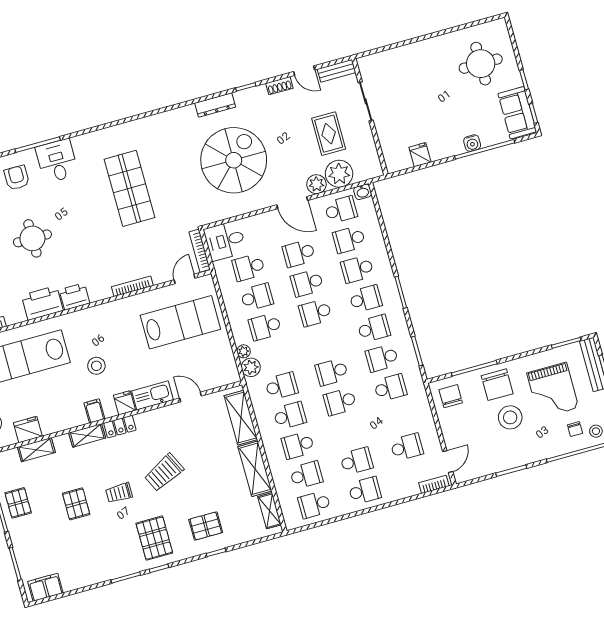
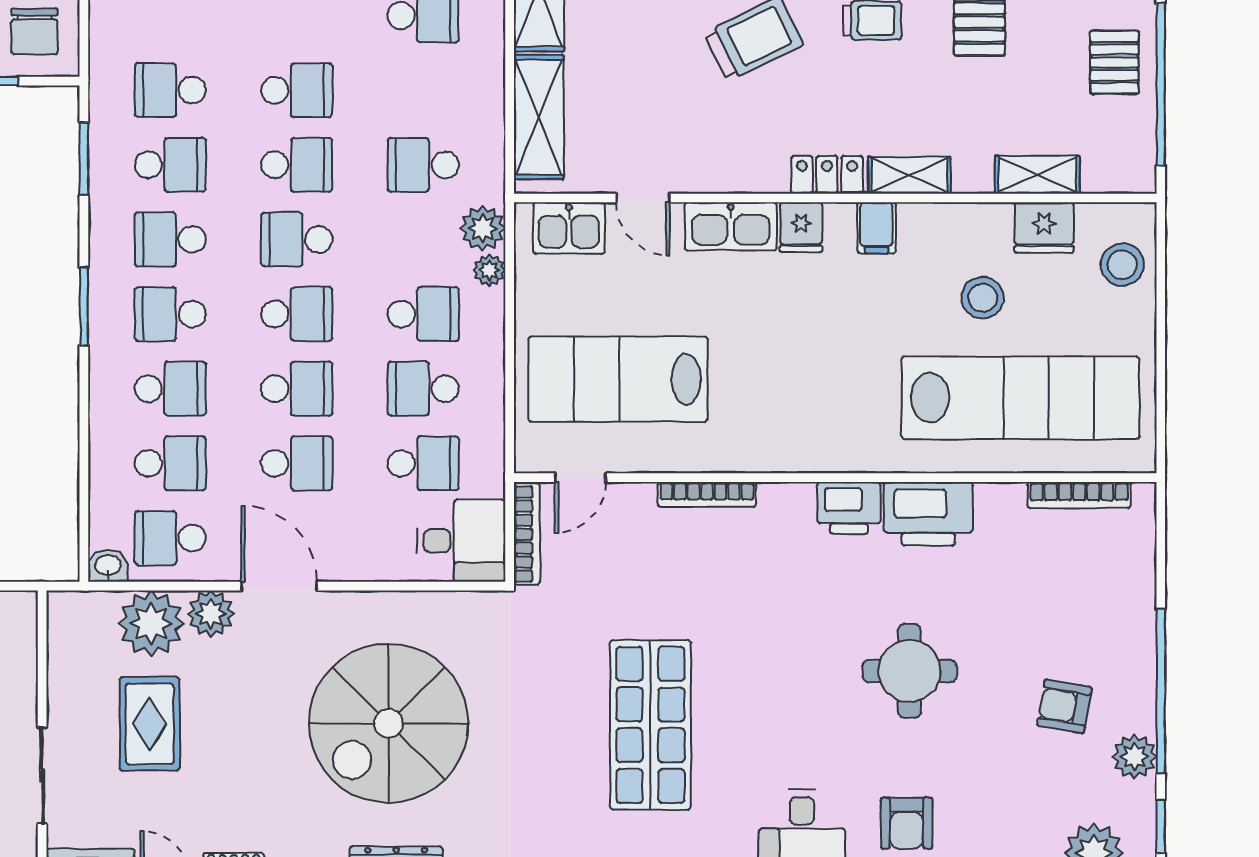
stool: (96, 366) -> (983, 298), moved
kitchen sink: (217, 377) -> (569, 228), added
school desk: (290, 416) -> (297, 239), moved

